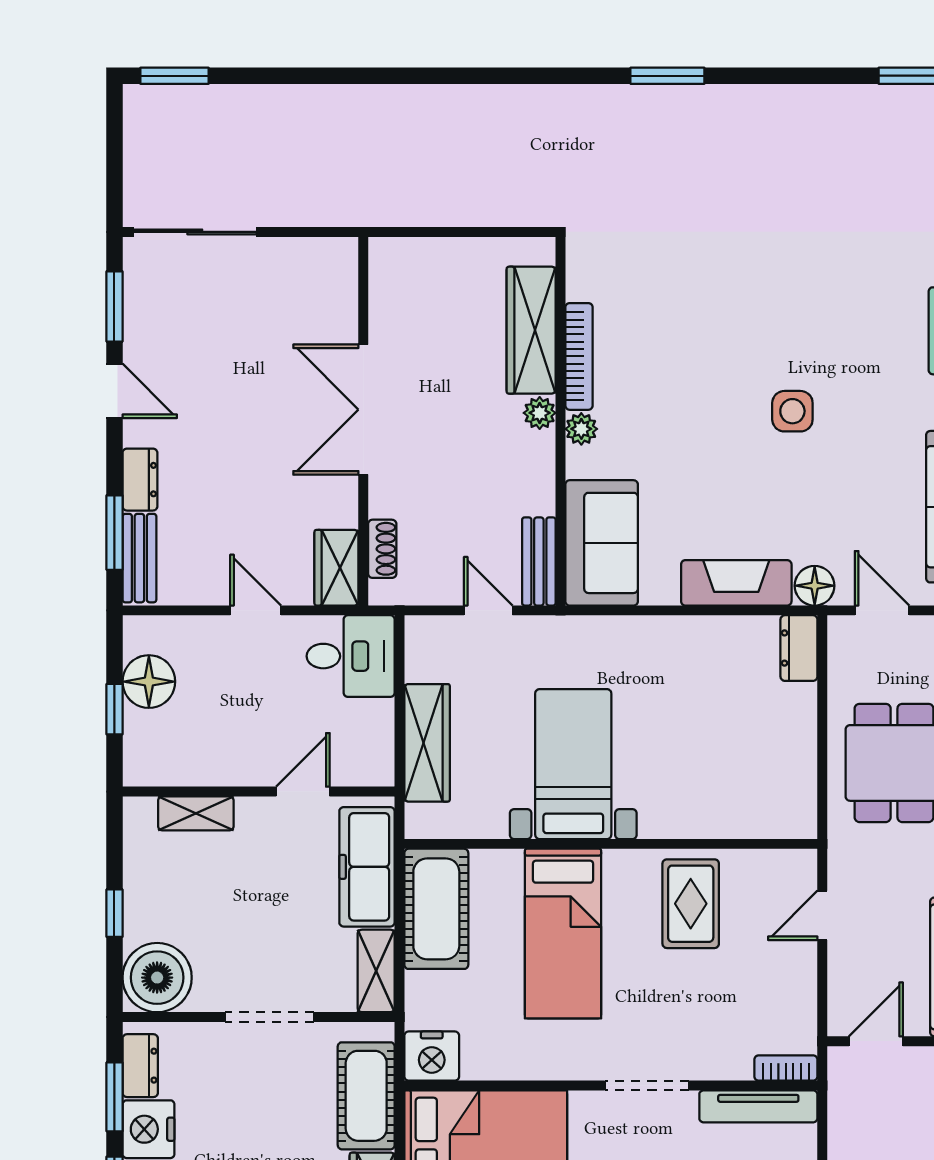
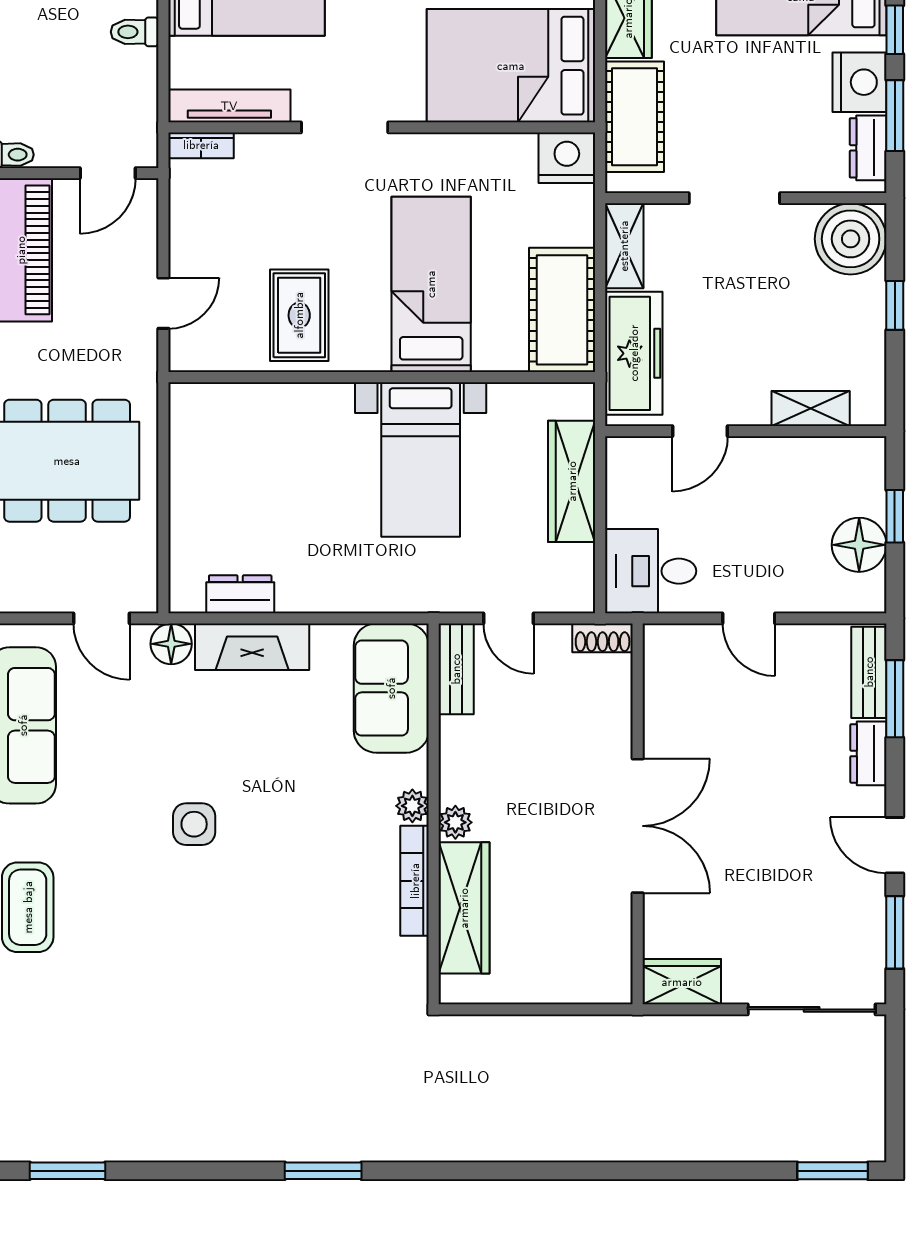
shoe rack: (382, 549) -> (603, 638), moved, turned -90
wardrobe: (336, 568) -> (682, 982), moved, turned -90
dresser: (799, 648) -> (240, 594), moved, turned -90

